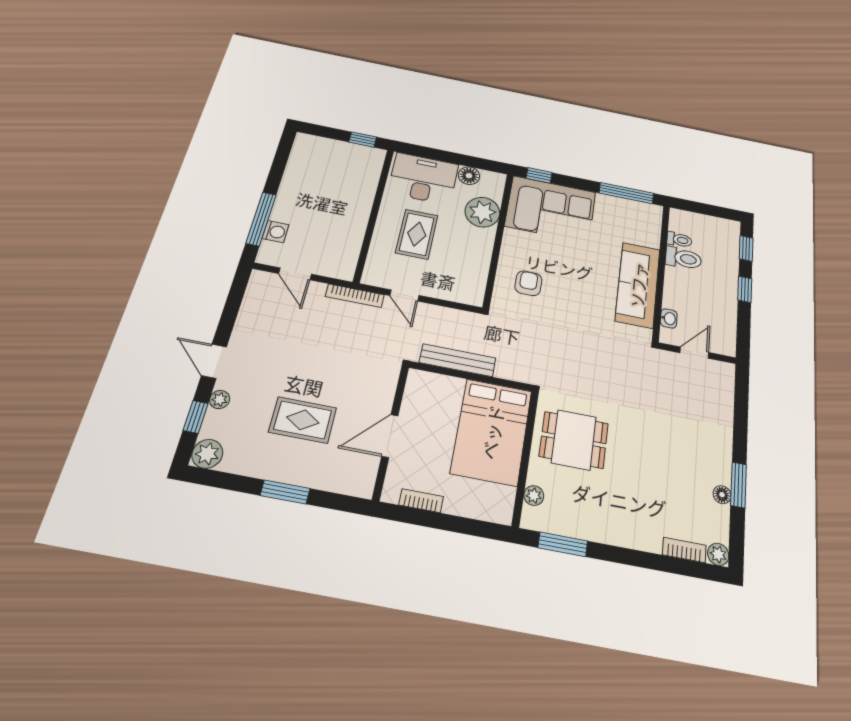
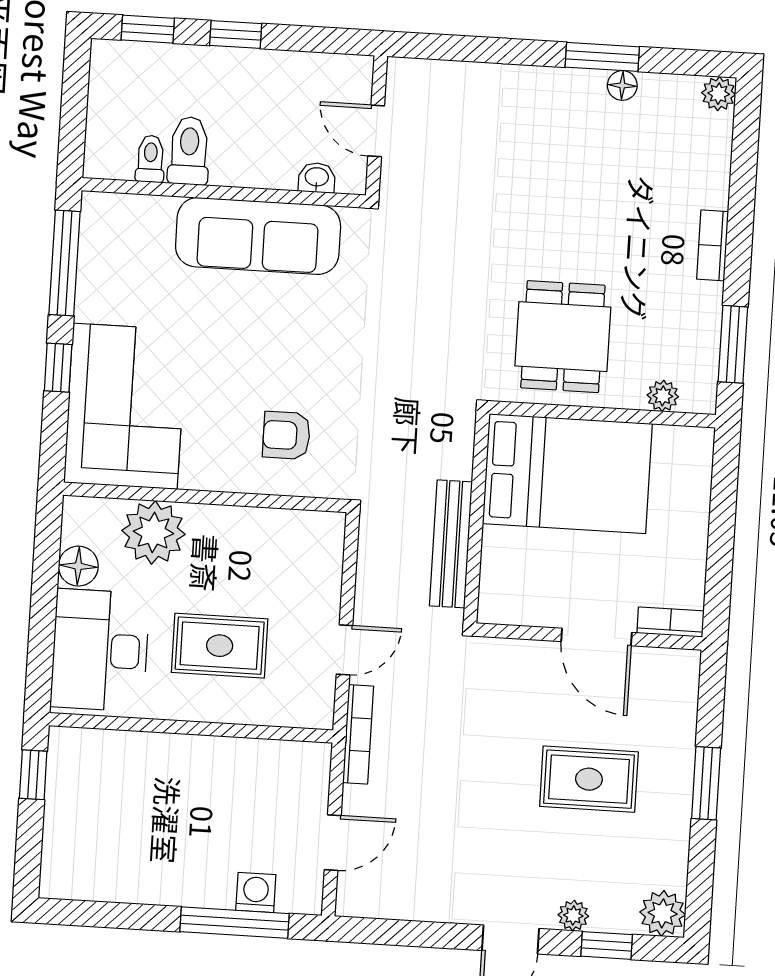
window: (539, 175) -> (58, 368), moved
rug: (303, 420) -> (589, 779), turned 90
bookcase: (421, 501) -> (670, 622), moved, turned 90
bookcase: (684, 550) -> (713, 245), moved

